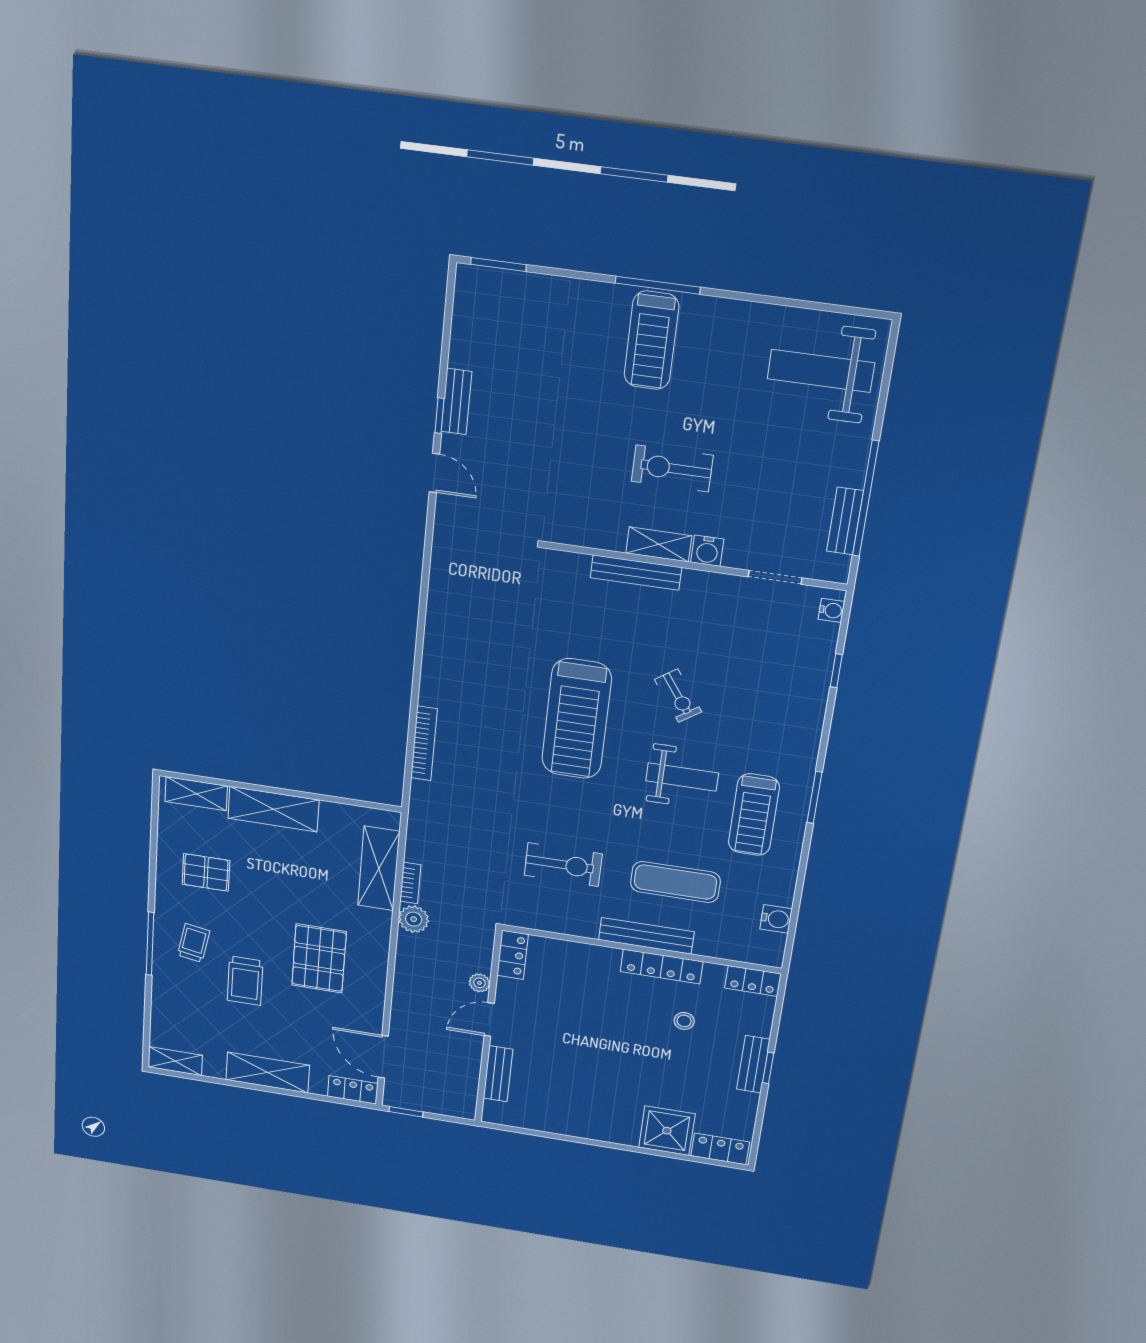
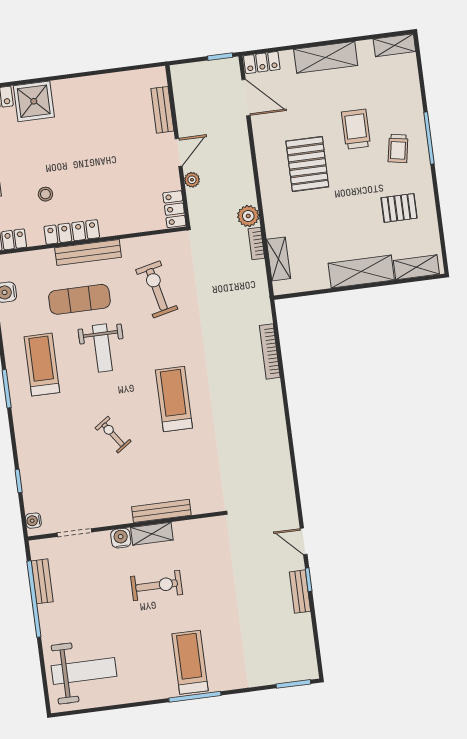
treadmill: (577, 719) -> (174, 399), width x0.73, depth x0.73
weight bench: (682, 777) -> (102, 348), moved, turned -90
exercise bike: (563, 865) -> (157, 289), turned 77
shelving: (379, 868) -> (279, 259), width x0.67, depth x0.75

